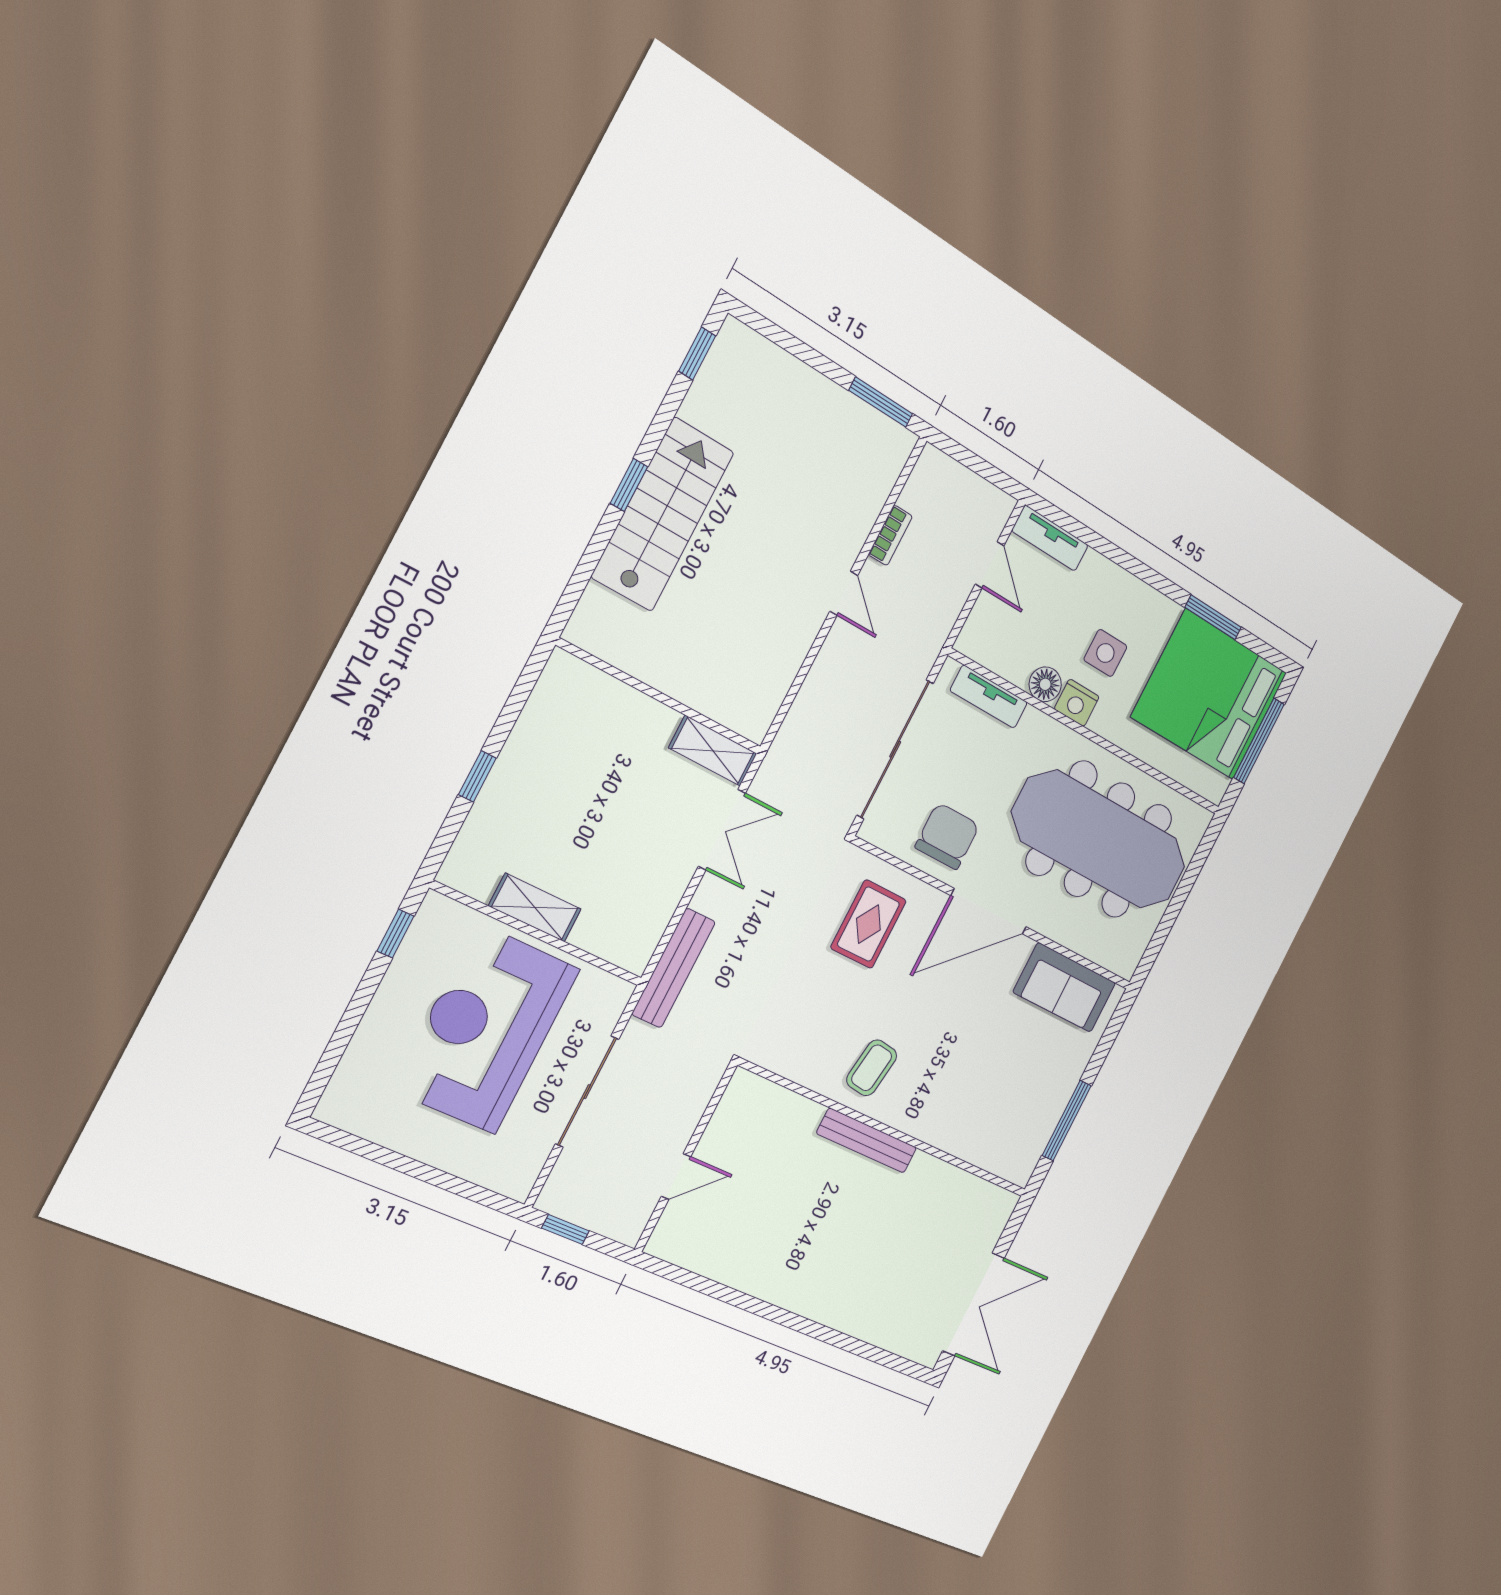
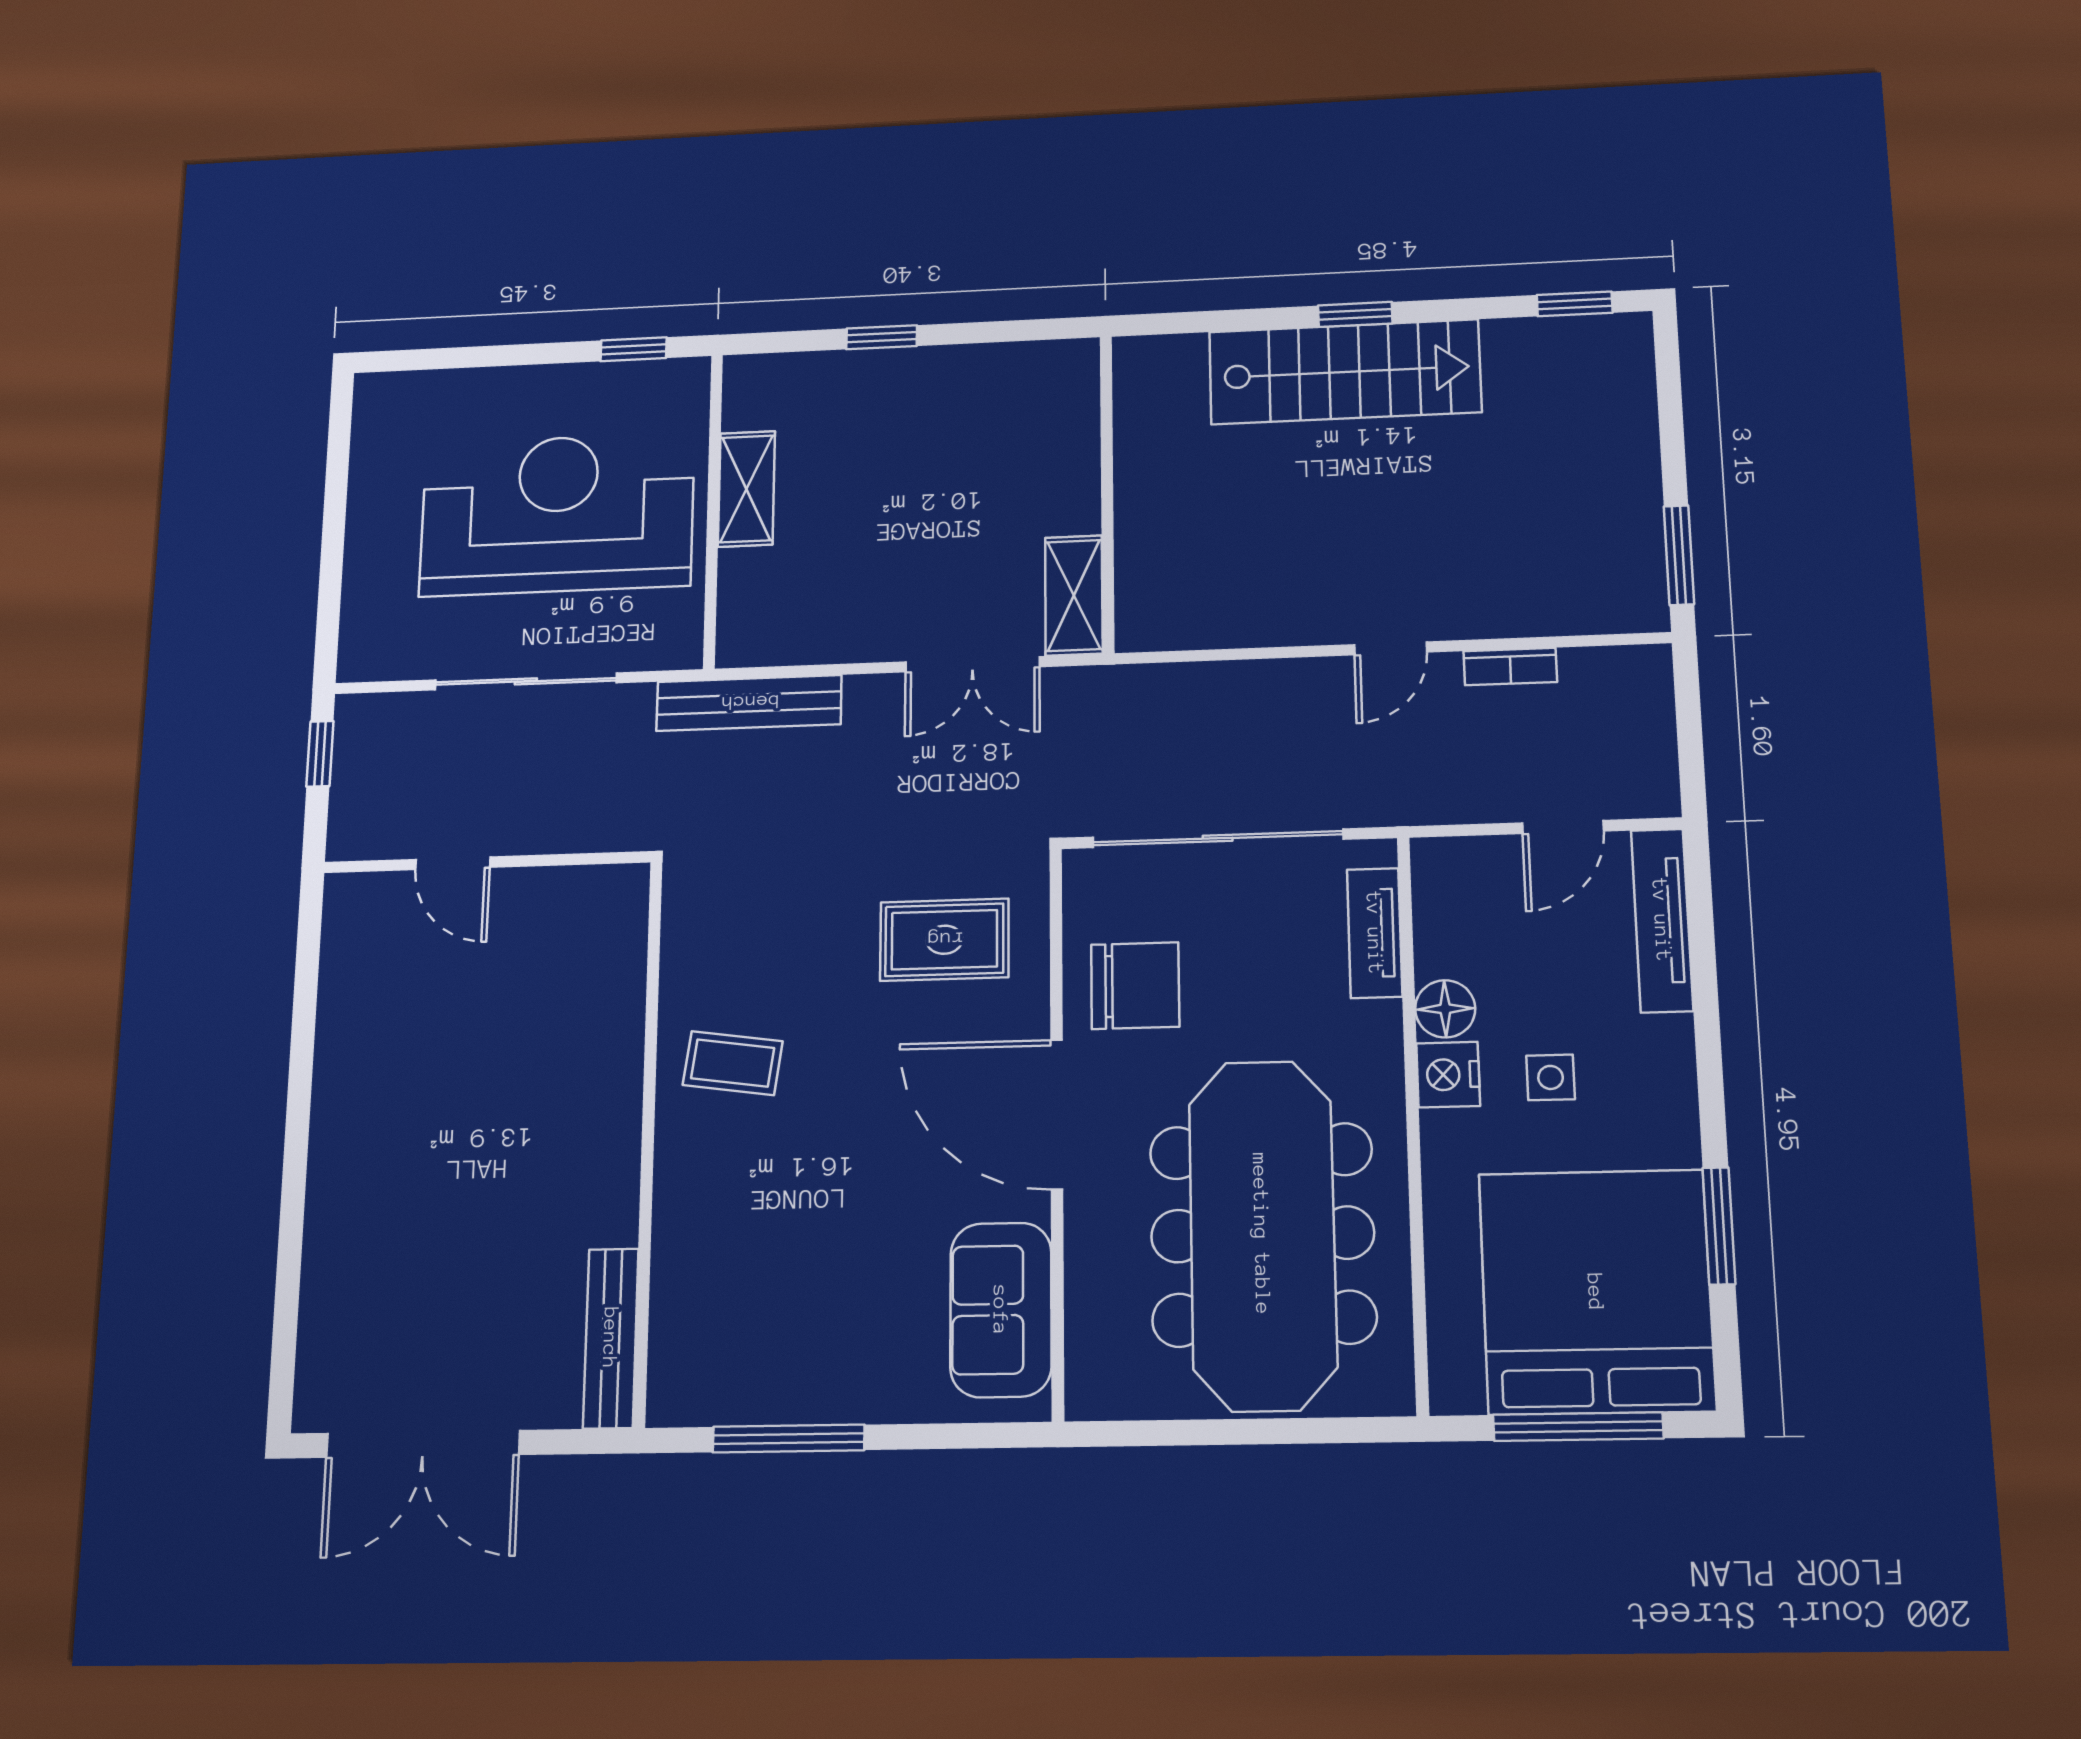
tv unit: (1050, 538) -> (1662, 920), width x1.41
side table: (1105, 653) -> (1551, 1077), width x0.73, depth x0.73
bench: (867, 1141) -> (611, 1338), moved

